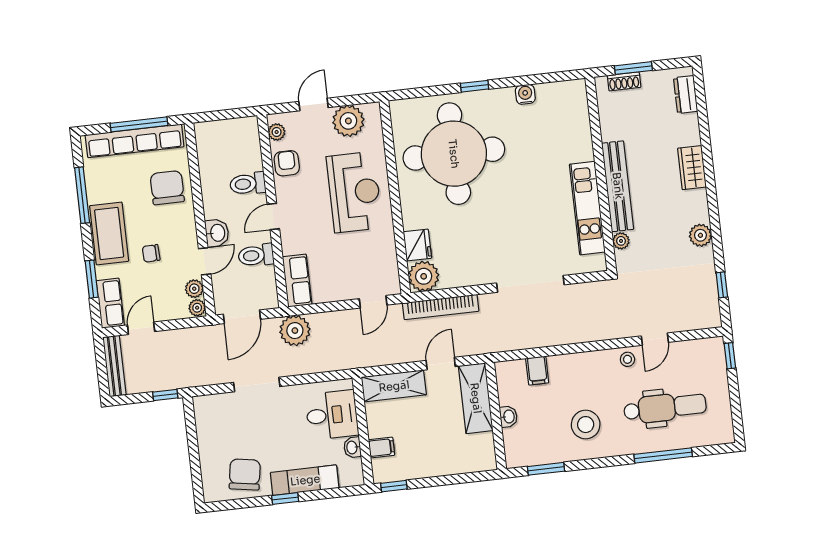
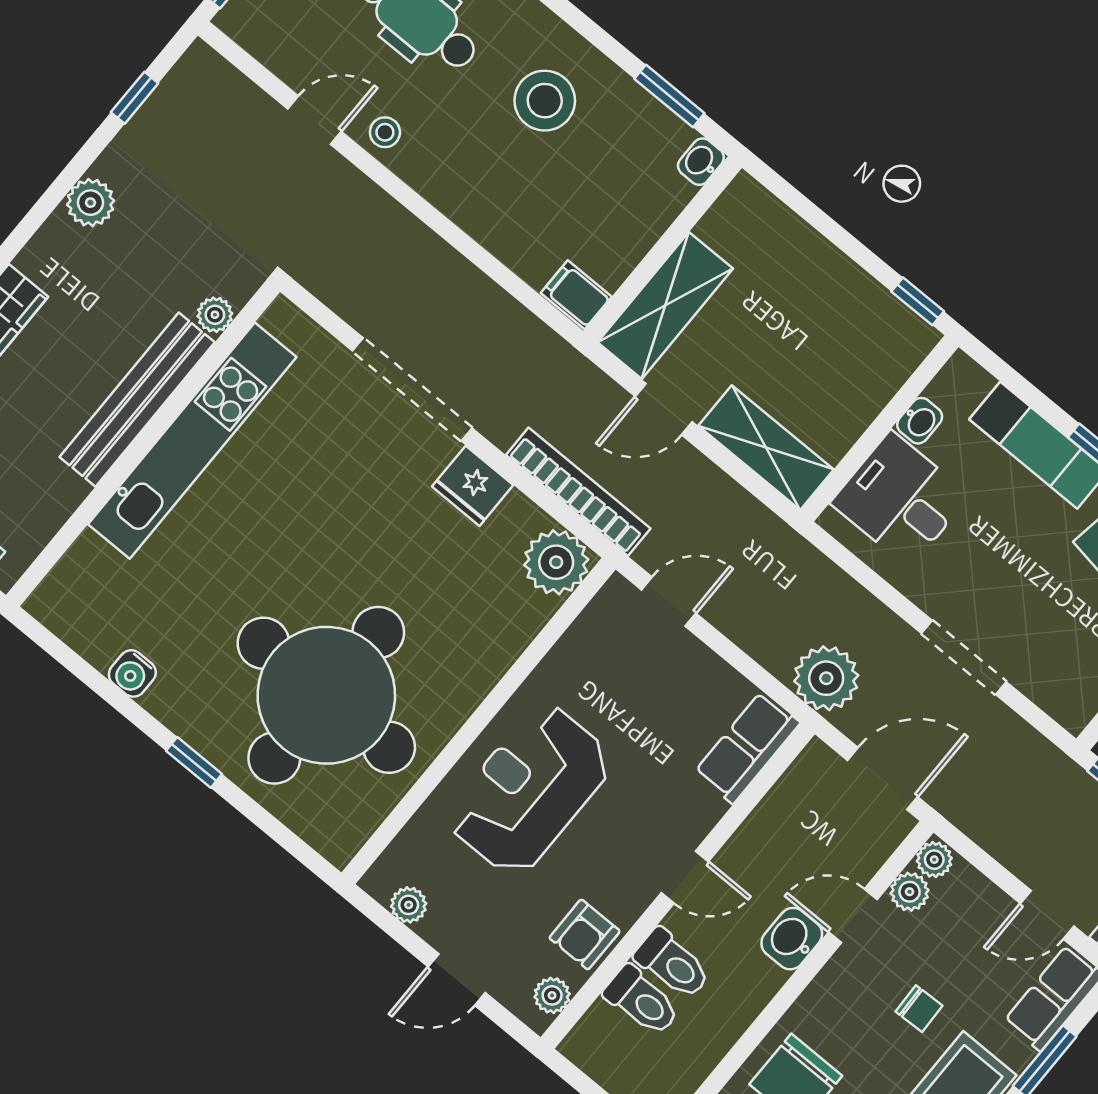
plant: (348, 121) -> (409, 905), width x0.53, depth x0.53
kitchen unit: (587, 208) -> (192, 441), width x1.36
fridge: (417, 245) -> (473, 486), moved, turned -90
toilet: (256, 255) -> (642, 1001), moved
filing cabinet: (537, 371) -> (576, 295), moved, turned -90
washbasin: (508, 417) -> (701, 162), moved
filing cabinet: (381, 448) -> (877, 376), removed

